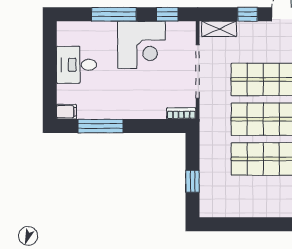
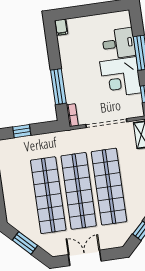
desk: (77, 65) -> (119, 43), moved, turned 90
window: (101, 126) -> (58, 87), moved

